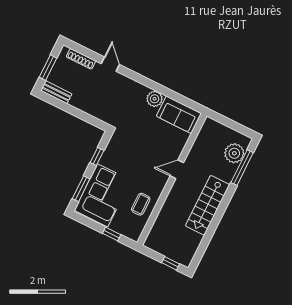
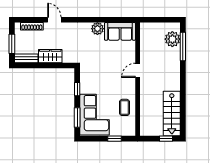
wardrobe: (85, 103) -> (50, 56), added
stairs: (208, 205) -> (172, 114), moved

